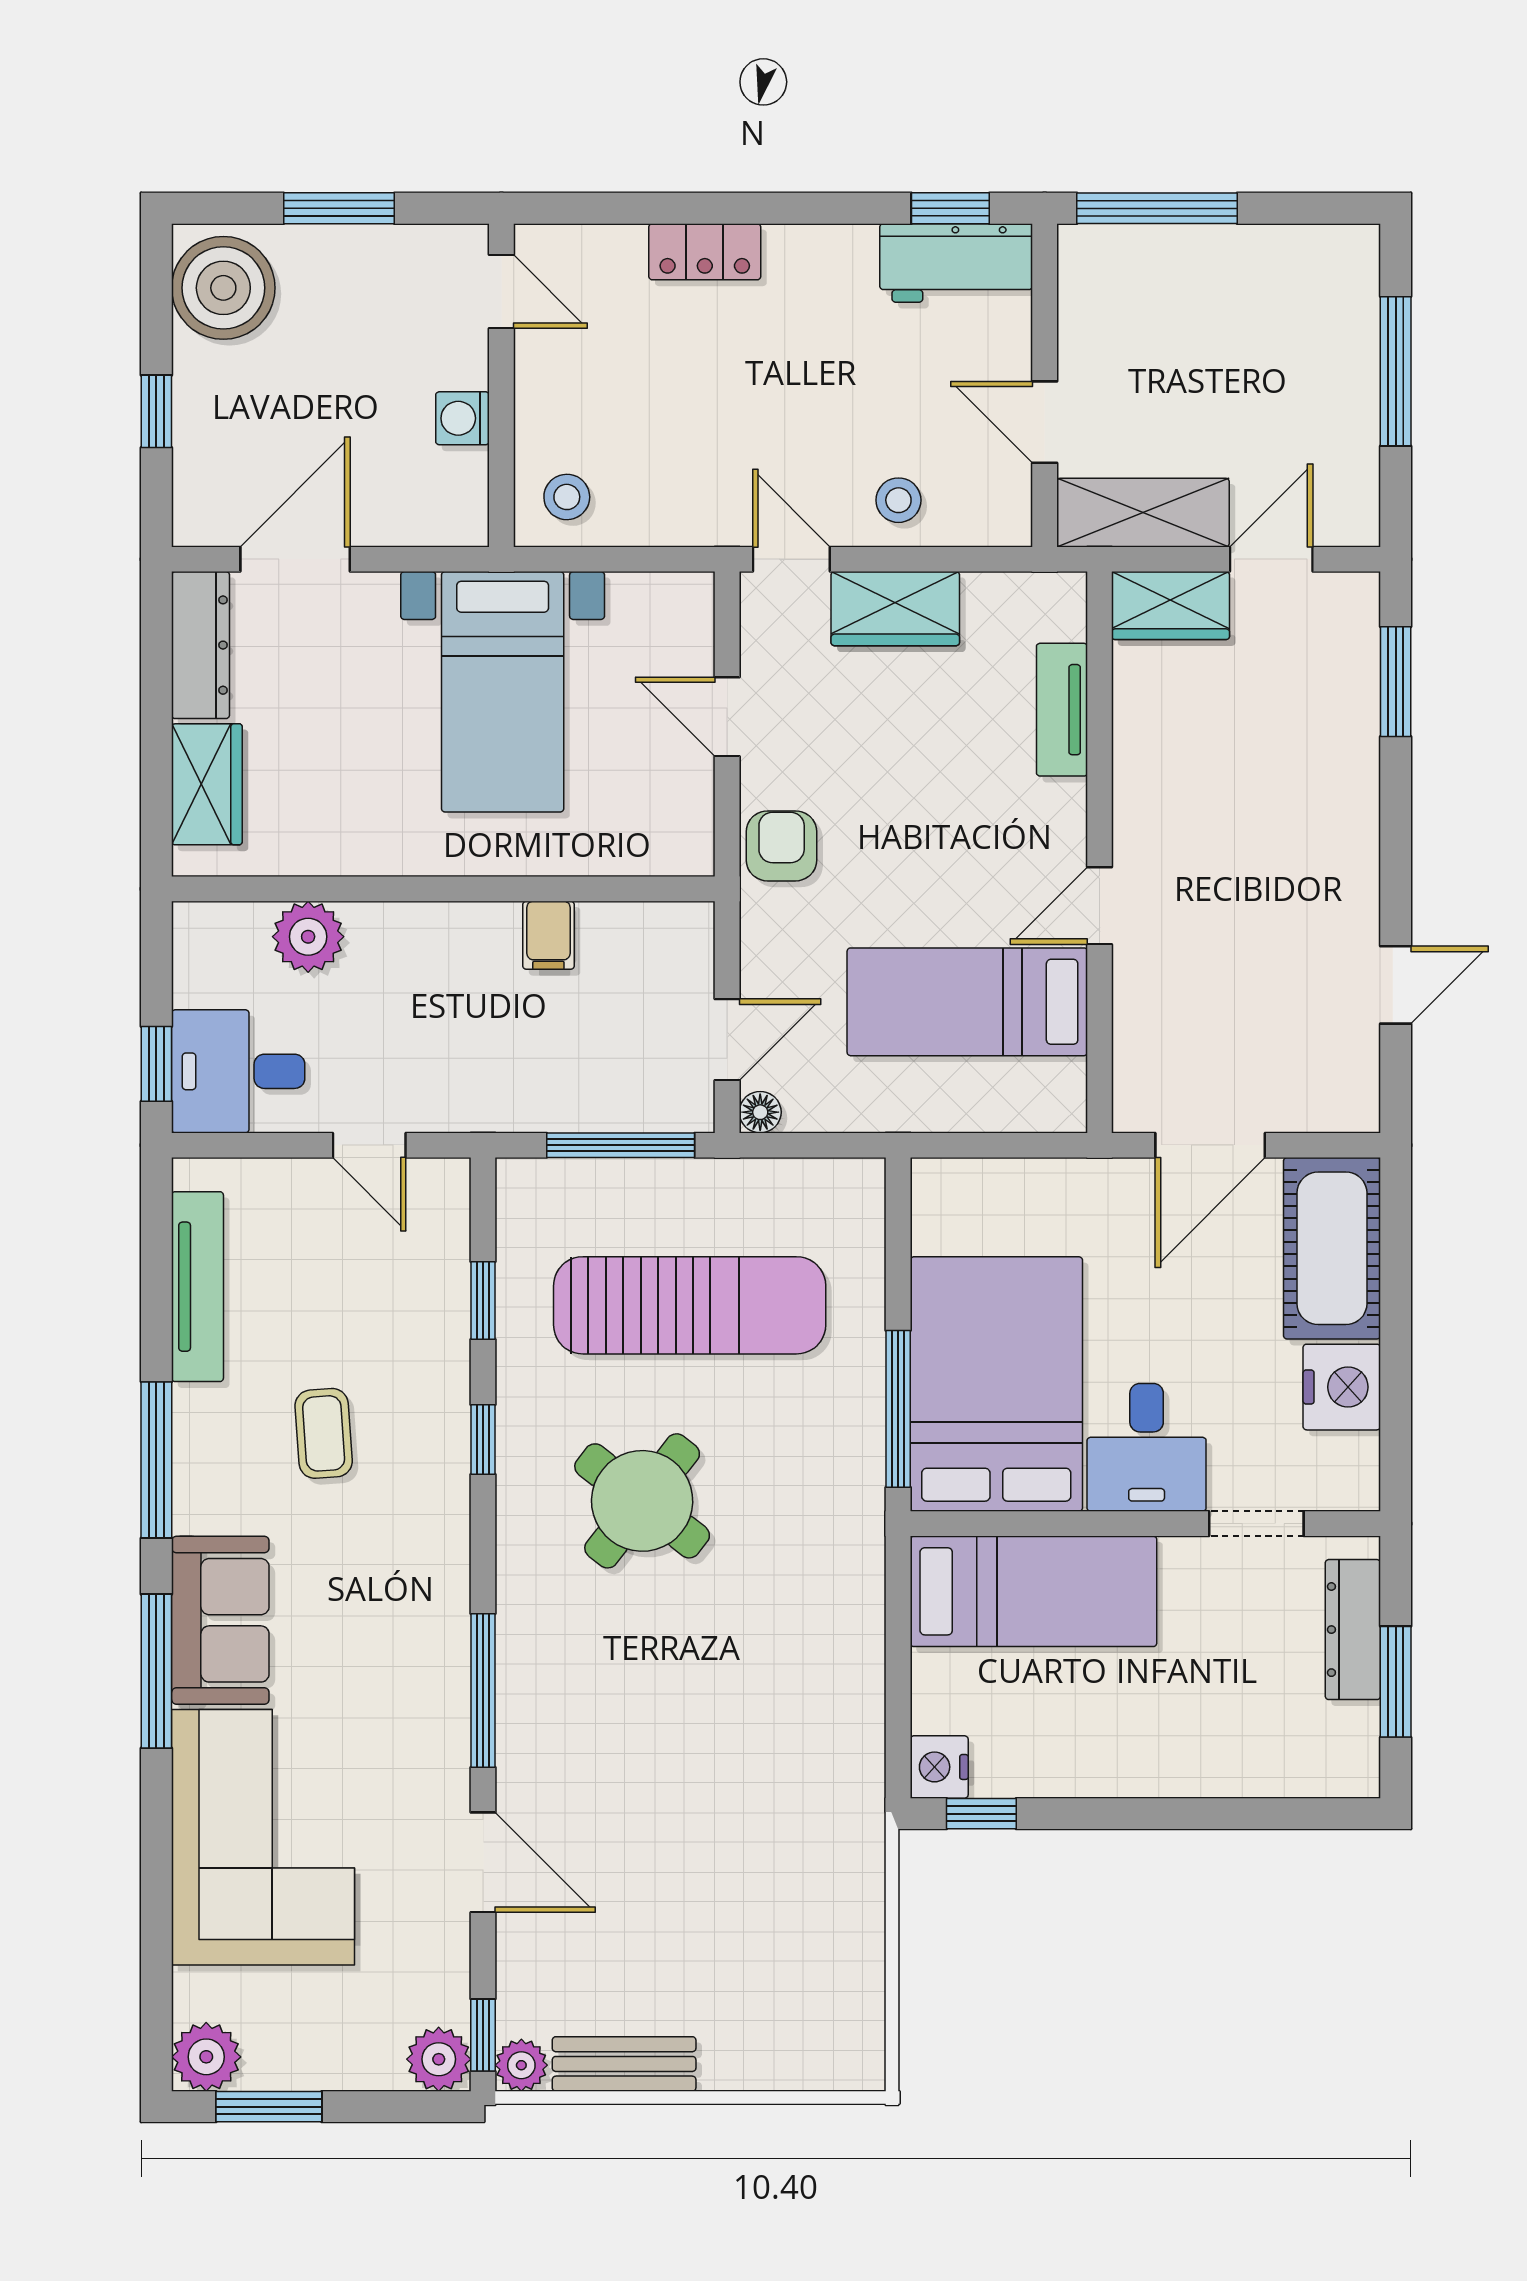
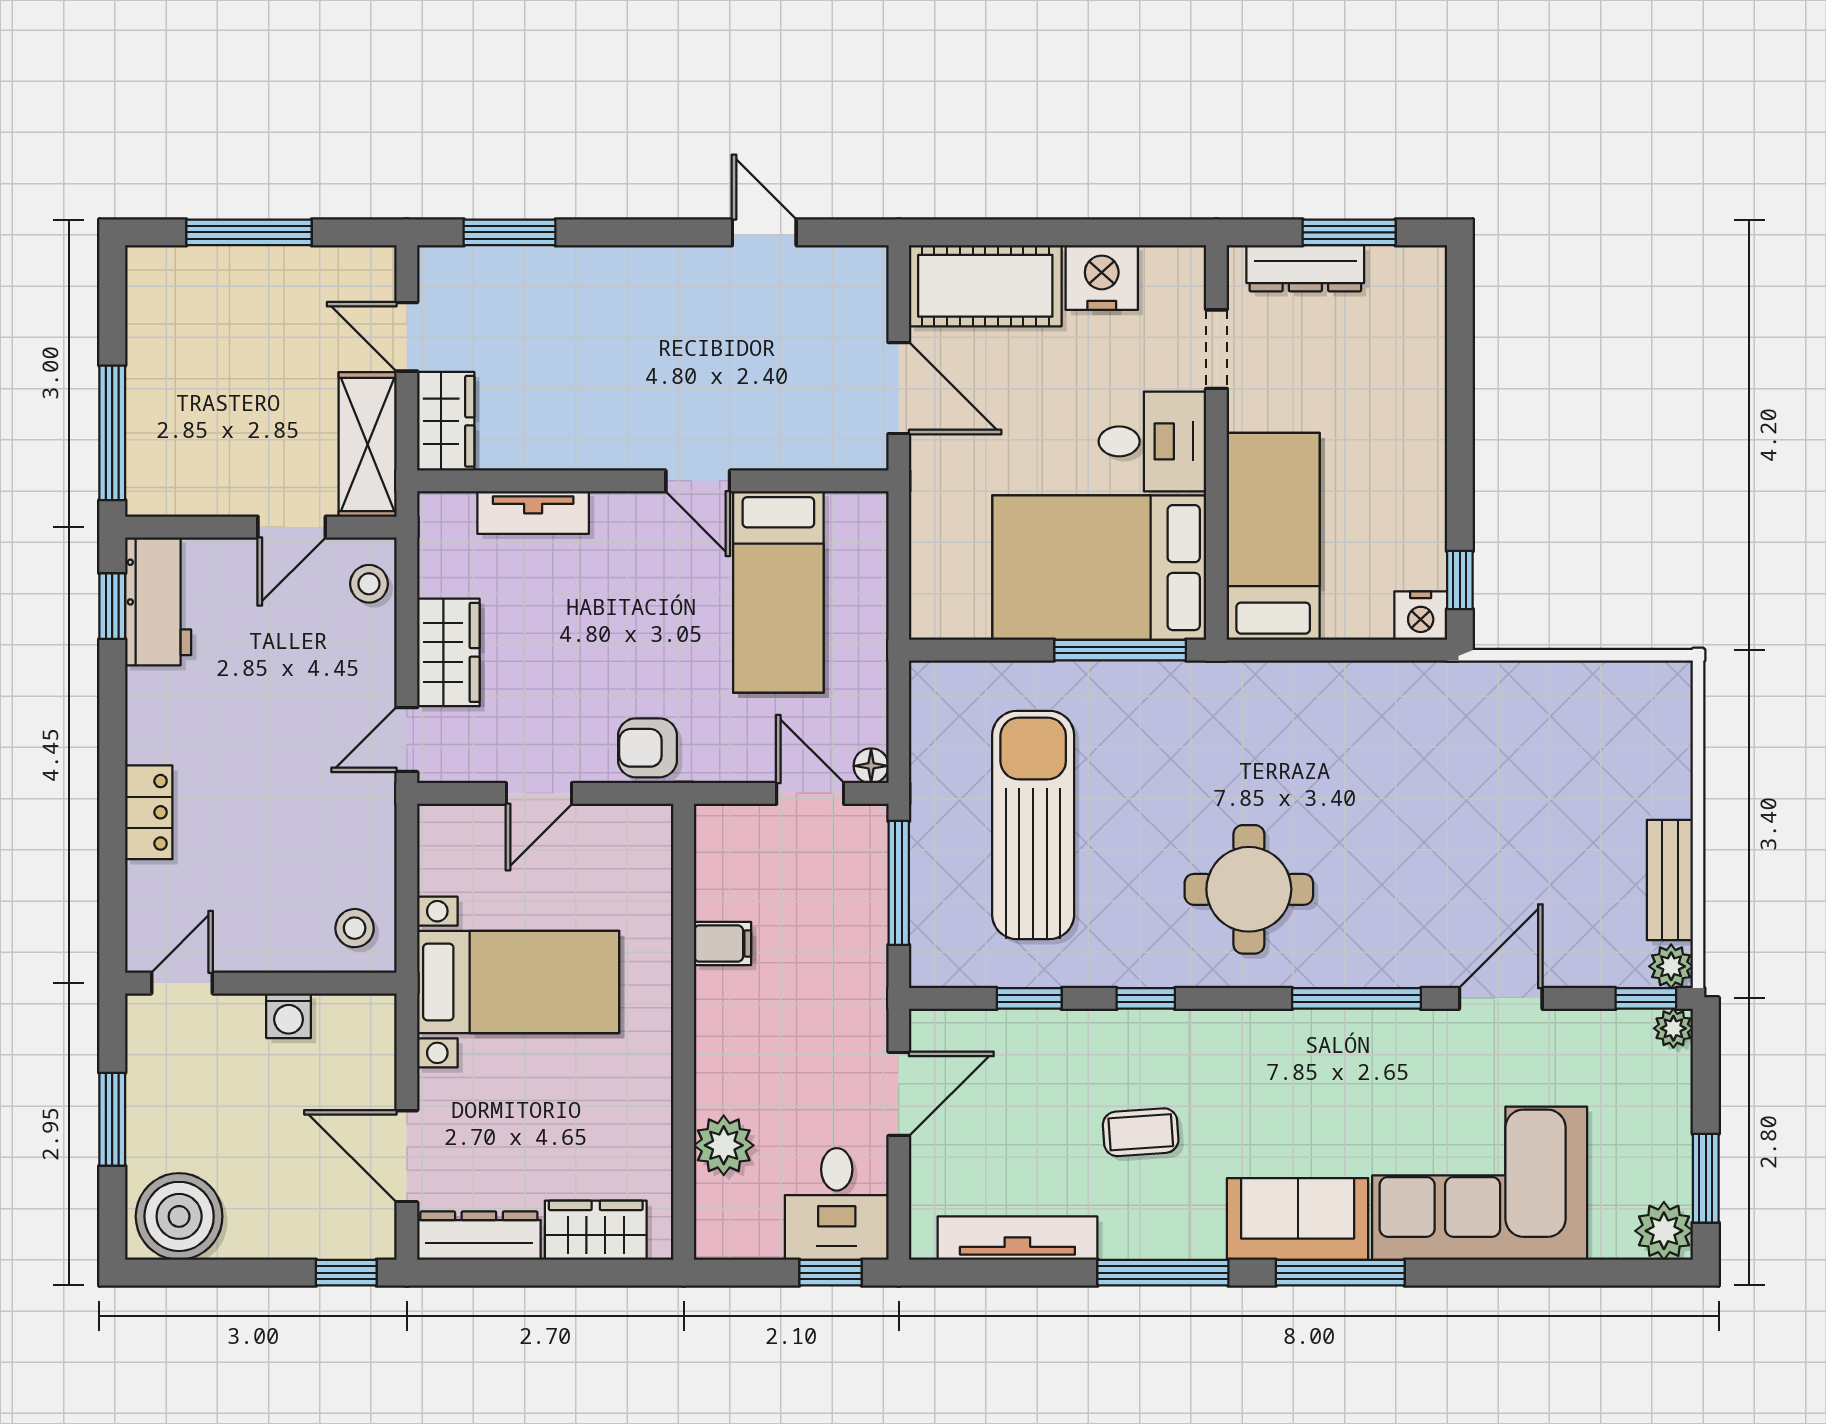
window: (156, 411) -> (346, 1273), moved
stool: (898, 500) -> (369, 584), moved
door: (369, 1145) -> (899, 1094), width x1.38
round table: (642, 1501) -> (1249, 889), moved, turned -38
plant: (439, 2059) -> (1673, 1028), width x0.73, depth x0.73

